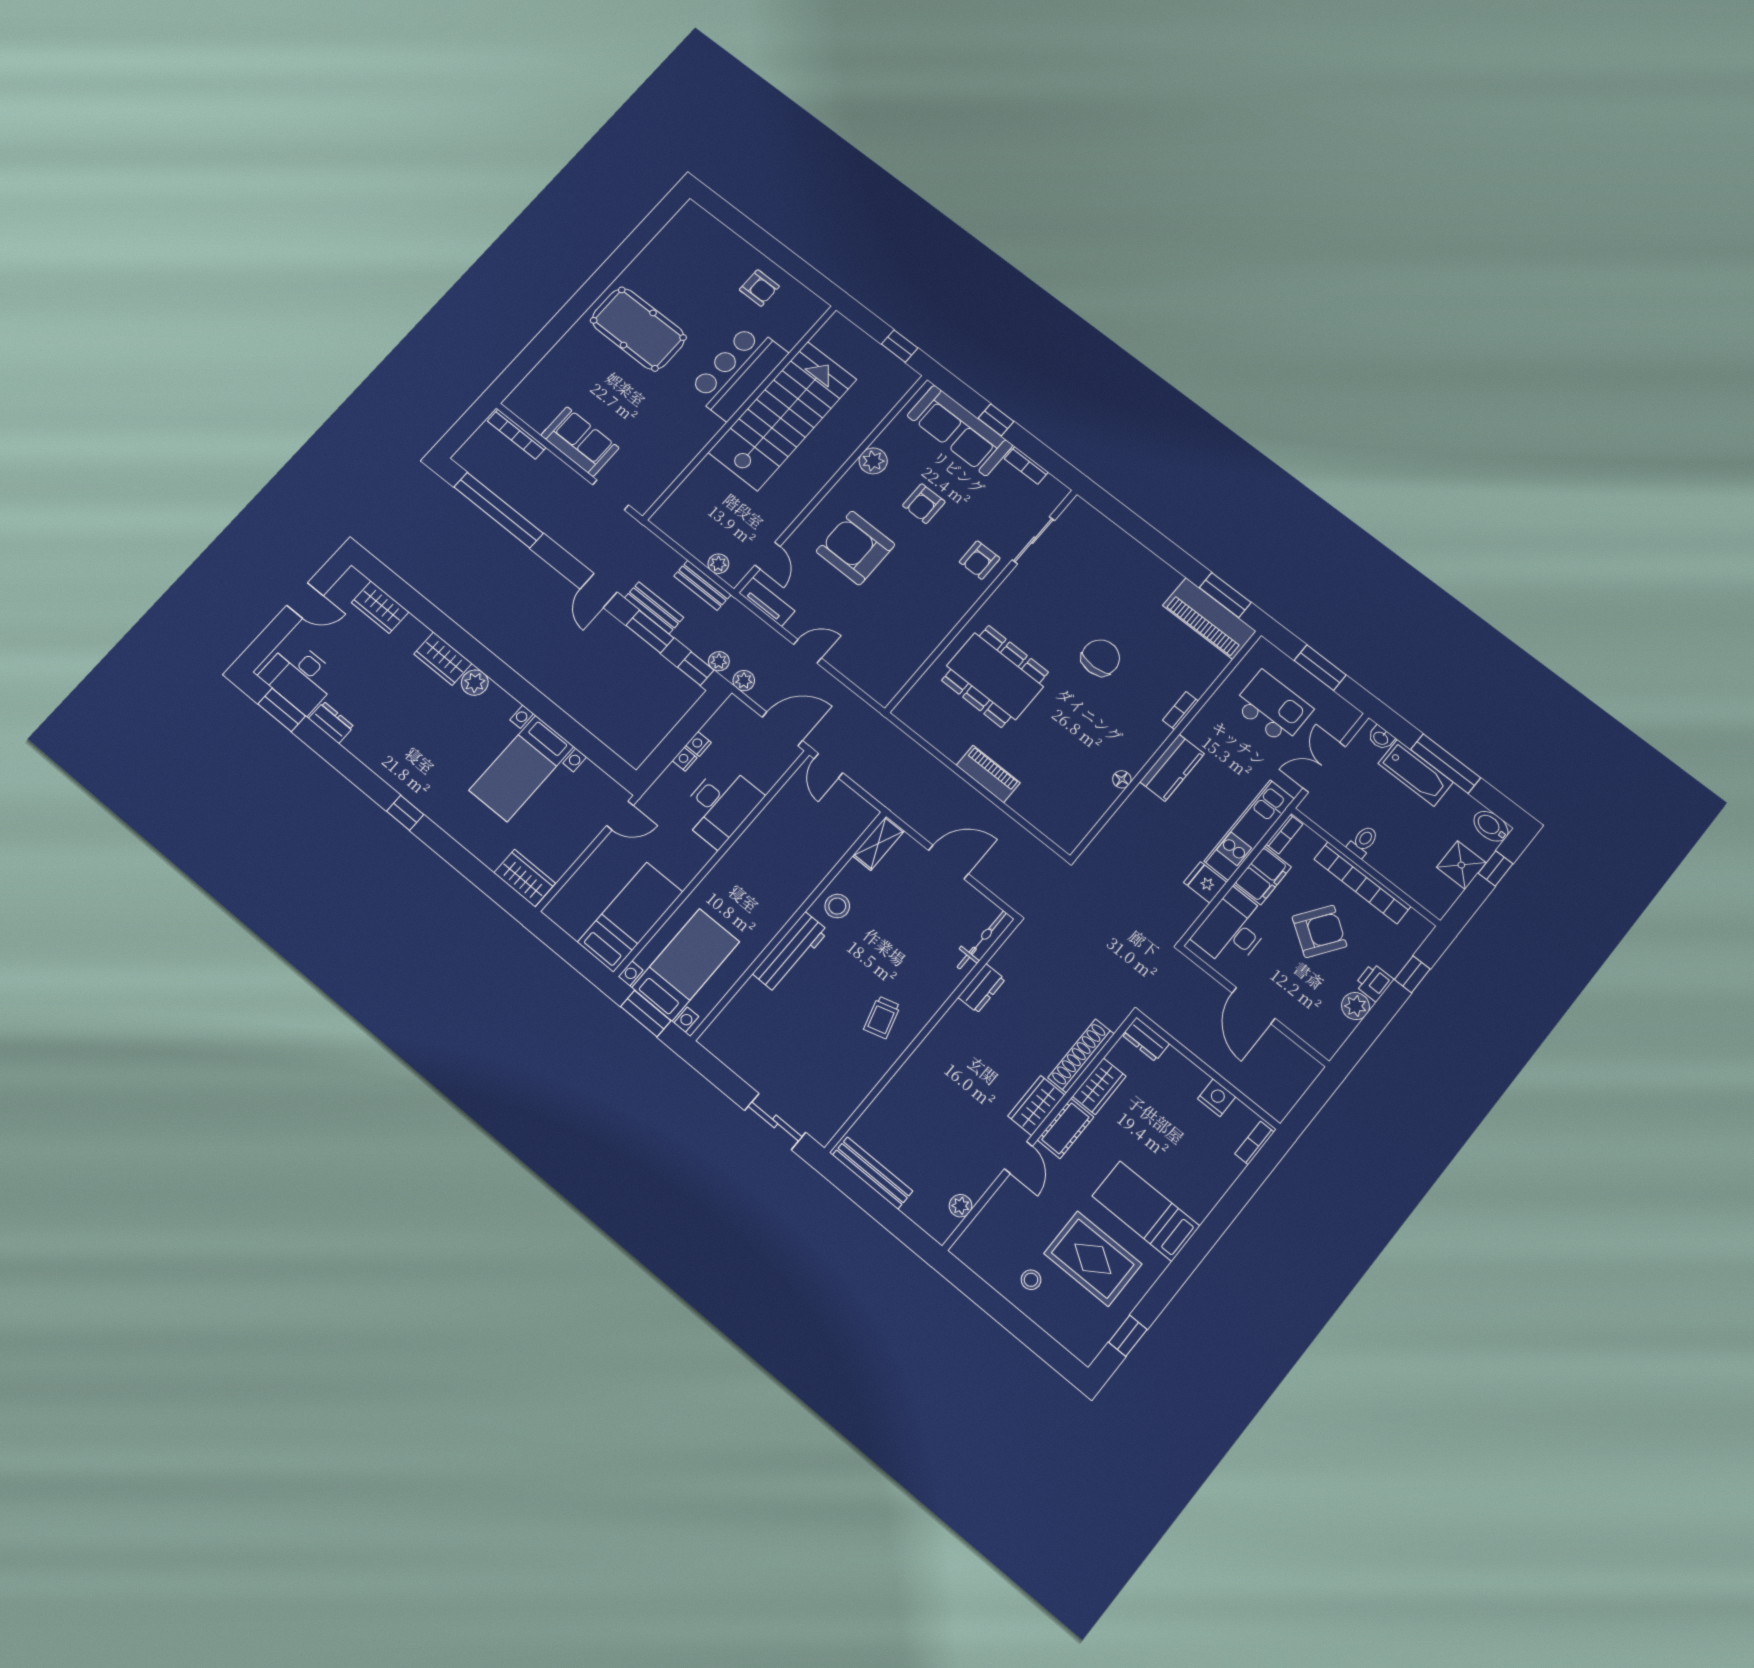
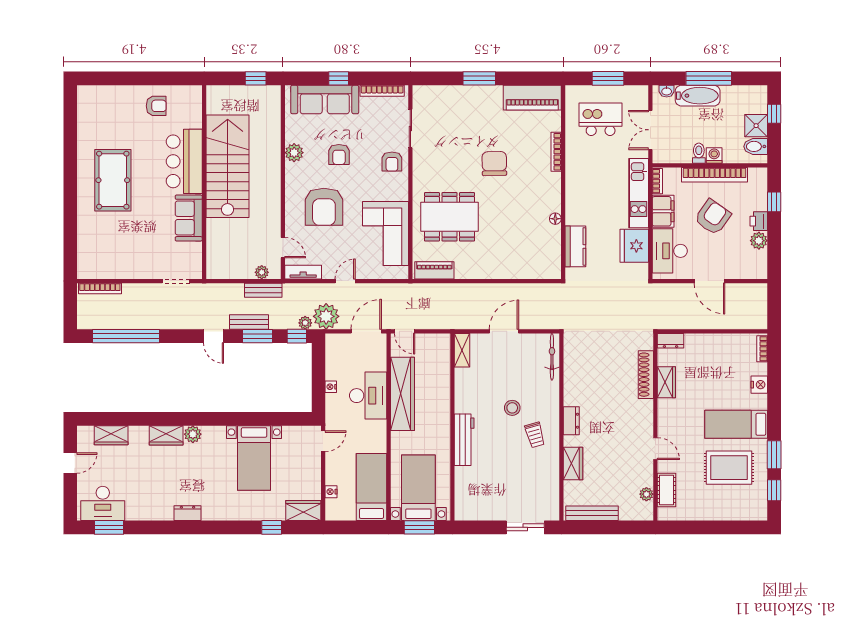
pool table: (638, 329) -> (113, 180), turned 90
sofa: (580, 442) -> (189, 218), moved, turned -90
bookcase: (1026, 465) -> (382, 91), width x1.56
armchair: (855, 548) -> (324, 207), turned -90
window: (1225, 595) -> (479, 78), moved
corner sofa: (902, 635) -> (386, 234), added
plant: (744, 681) -> (326, 316), width x1.87, depth x1.87
bookcase: (1180, 711) -> (556, 152), width x1.56
dresser: (331, 722) -> (188, 513), moved
nightstand: (698, 744) -> (331, 492), moved
kitchen counter: (1172, 768) -> (575, 246), moved
piano: (988, 774) -> (434, 270), moved
window: (405, 813) -> (272, 527), moved
bidet: (1491, 826) -> (756, 146), moved
wardrobe: (763, 837) -> (403, 394), added
washing machine: (1380, 859) -> (714, 155), added
fridge: (1205, 882) -> (634, 246), width x1.88, depth x1.34
stool: (837, 906) -> (512, 408), moved
dresser: (982, 988) -> (571, 421), moved
nightstand: (1217, 1098) -> (759, 385), moved, turned 90
wardrobe: (1036, 1105) -> (573, 463), moved, turned 180
cot: (1065, 1128) -> (667, 490), moved
stool: (1031, 1280) -> (708, 502), removed
window: (1164, 1290) -> (774, 455), added

